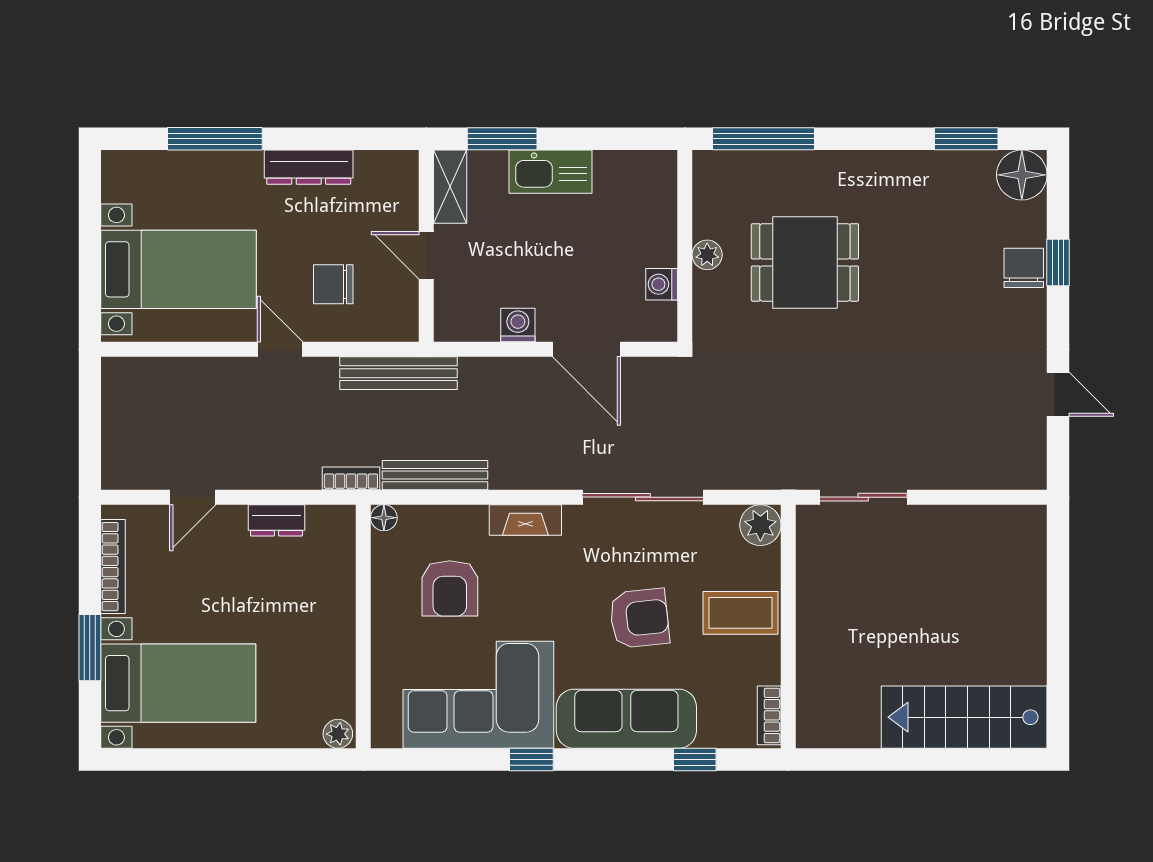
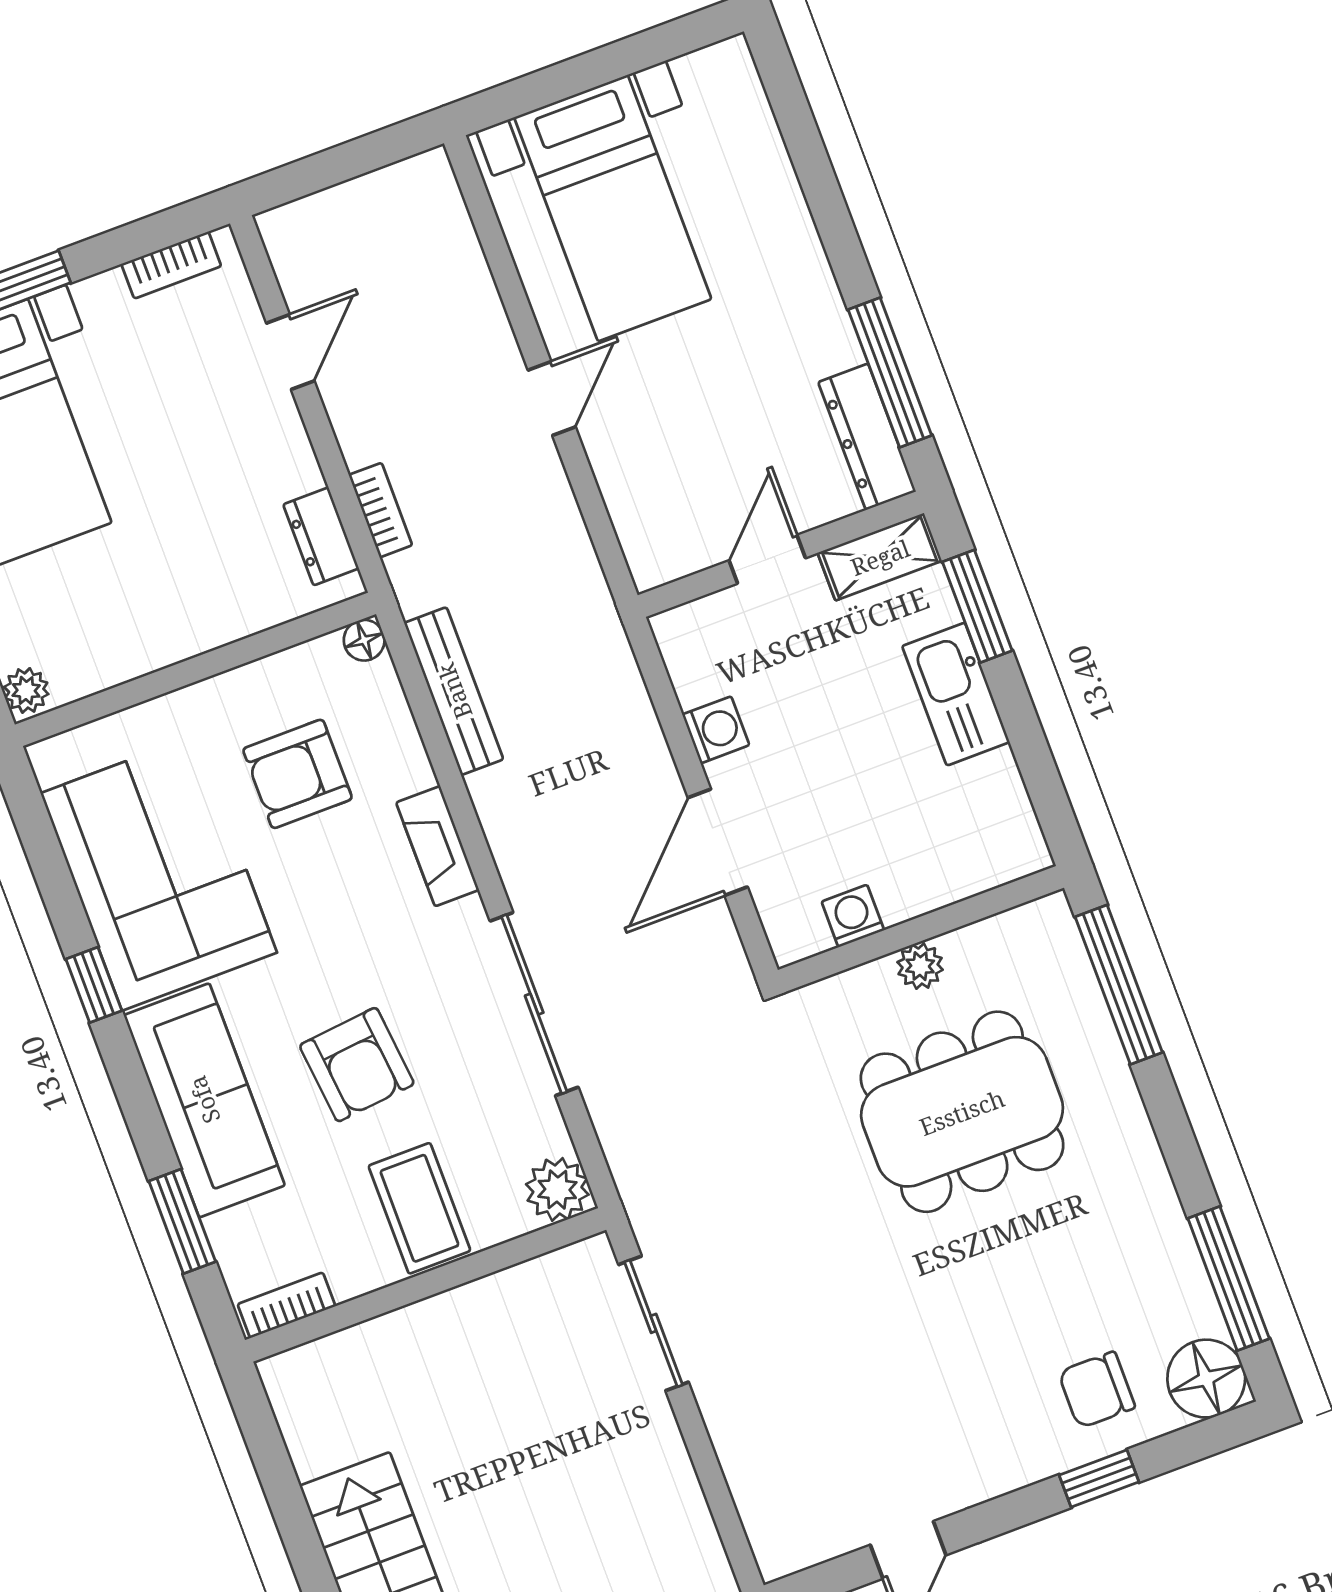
window: (215, 139) -> (890, 372), moved
window: (966, 139) -> (1229, 1278), width x1.44
dresser: (309, 167) -> (867, 437), moved
dining table: (805, 262) -> (962, 1112), width x1.38
chair: (1024, 268) -> (1097, 1390), moved, turned 180
chair: (333, 284) -> (675, 440), removed
bench: (399, 373) -> (581, 583), removed
bookcase: (351, 478) -> (381, 510), moved
door: (193, 497) -> (290, 352), swing flipped
dresser: (277, 520) -> (321, 536), moved
bookcase: (113, 567) -> (171, 265), width x0.64
window: (695, 760) -> (182, 1221), width x1.50

